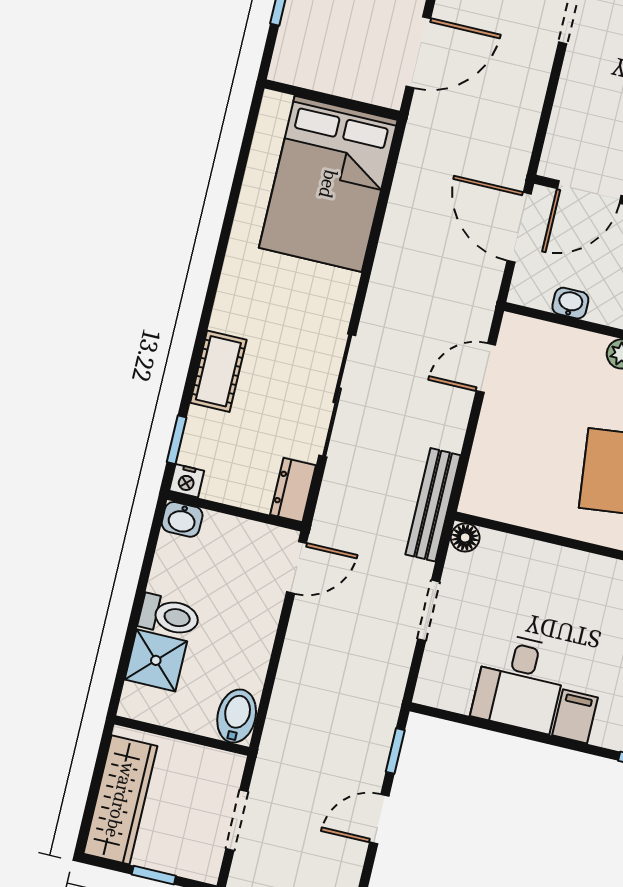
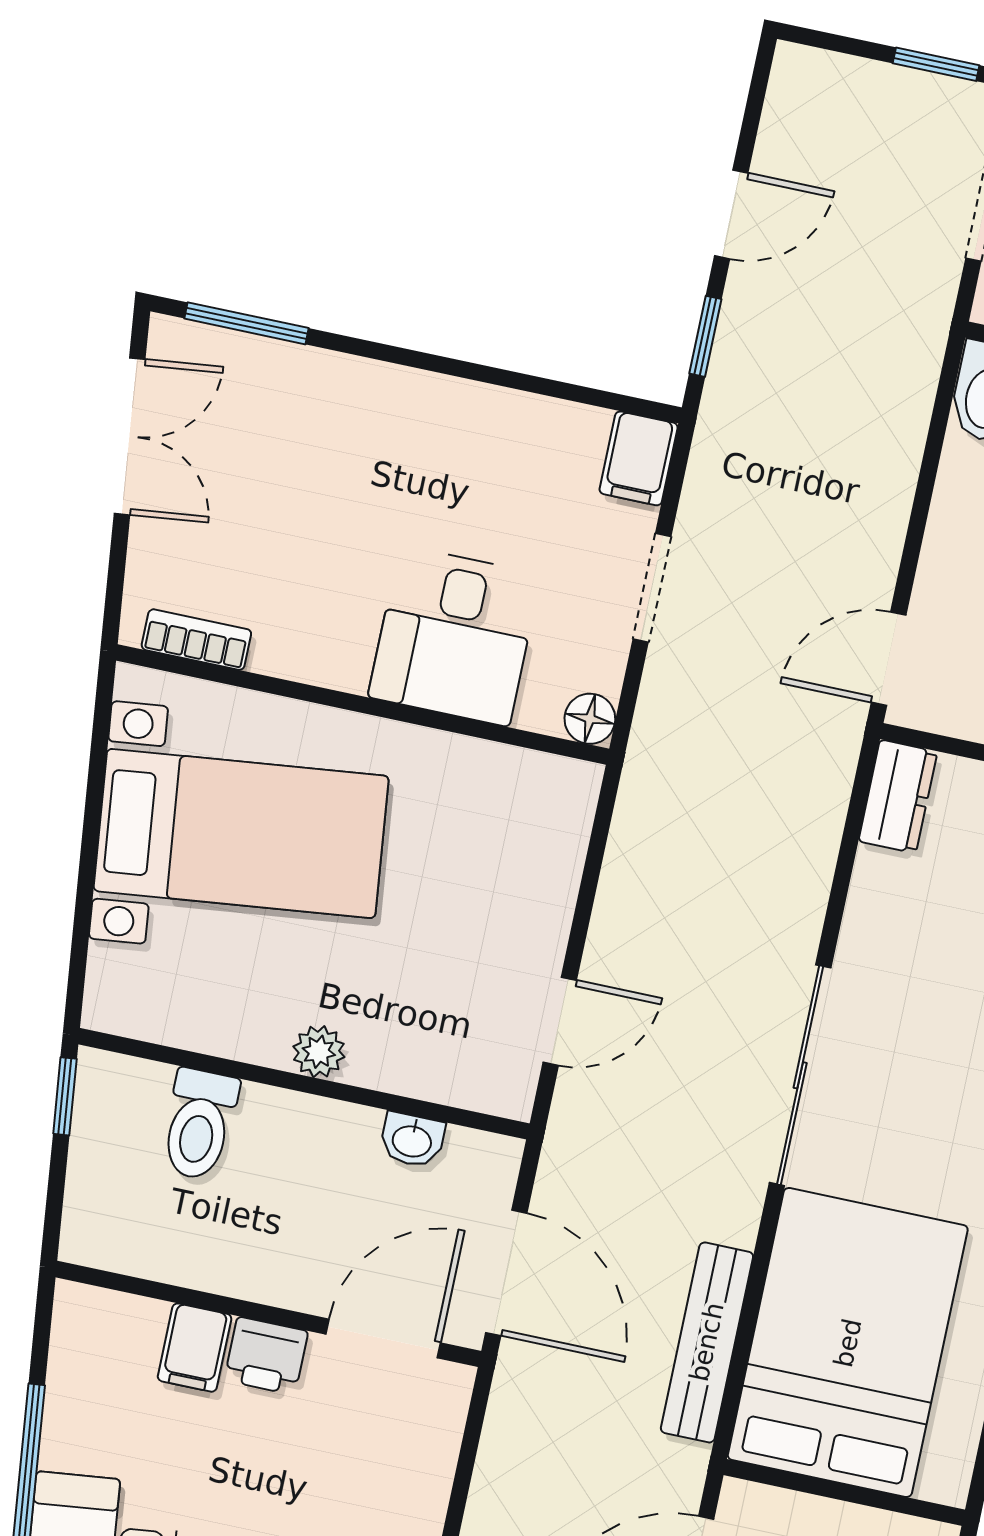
sliding door: (337, 395) -> (800, 1075), moved
bench: (433, 505) -> (707, 1342), moved
desk: (520, 683) -> (455, 636), moved, turned 180
filing cabinet: (575, 716) -> (639, 458), moved

